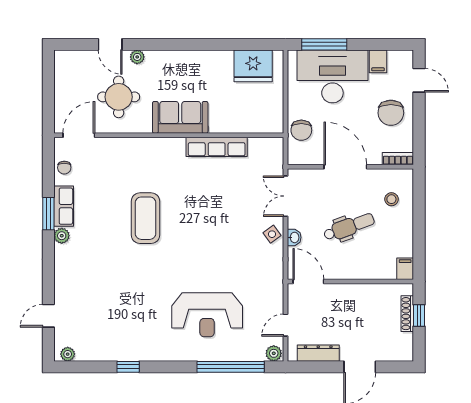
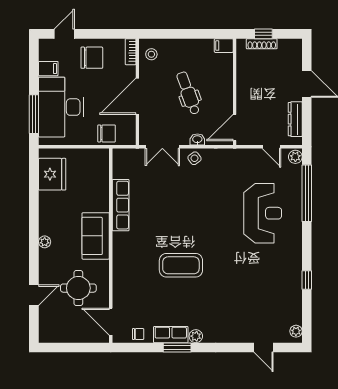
plant: (137, 57) -> (45, 242), moved
stool: (391, 199) -> (151, 54), moved

